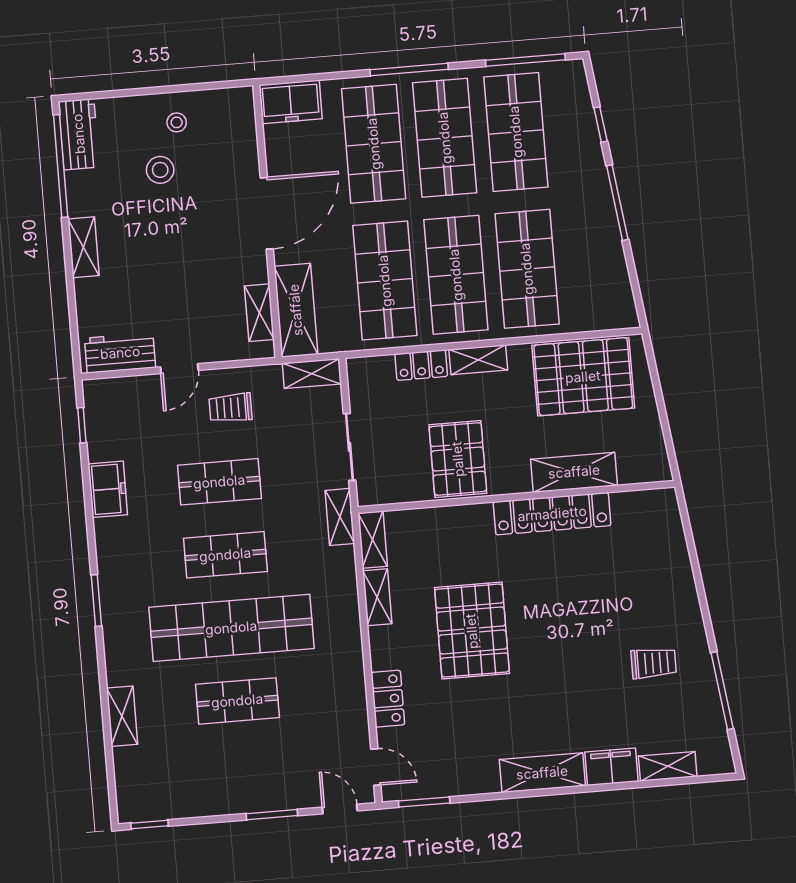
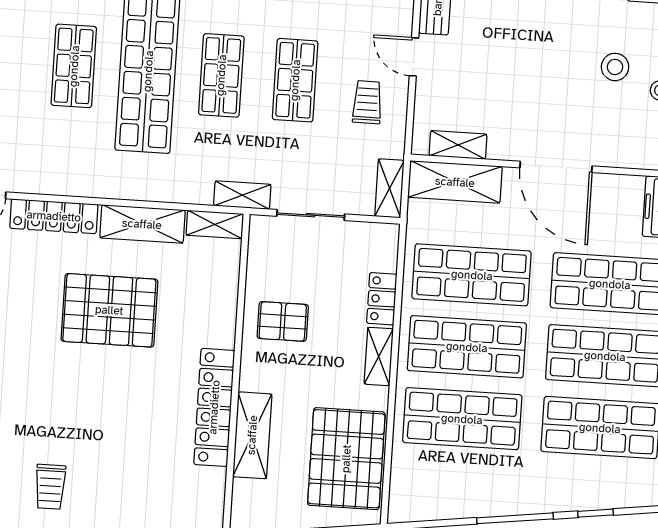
pallet: (458, 459) -> (283, 321), width x0.67, depth x0.71
shelving: (377, 597) -> (142, 224), width x1.50, depth x1.33
locker: (388, 699) -> (54, 216), width x1.53

